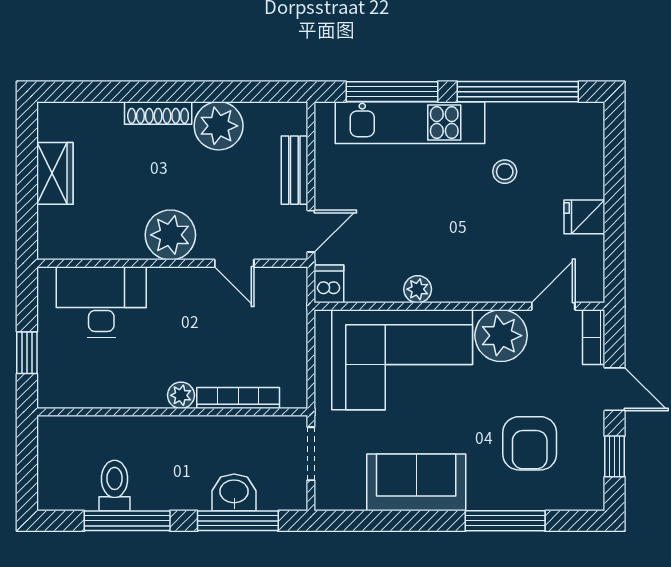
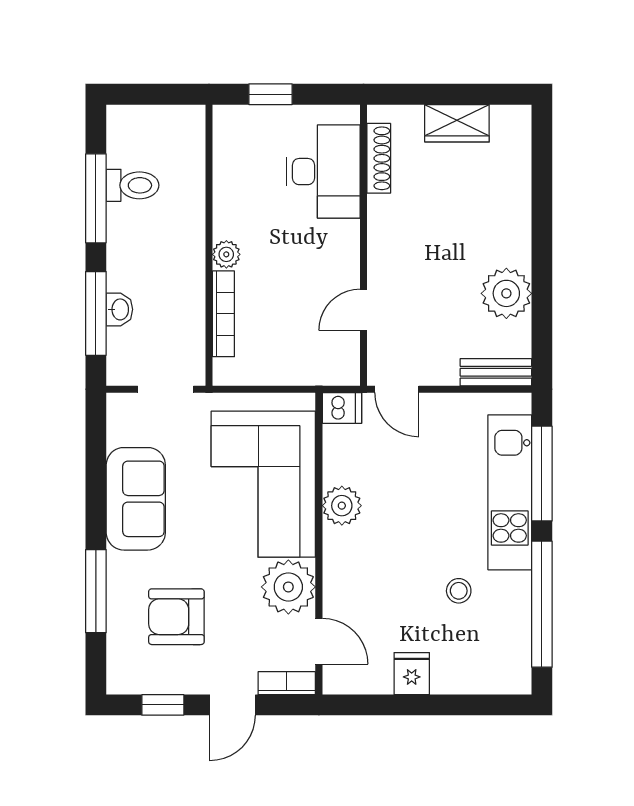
shoe rack: (158, 113) -> (379, 158), moved, turned 180
bench: (294, 170) -> (496, 372), moved
plant: (170, 235) -> (393, 243), removed
plant: (418, 289) -> (342, 506), width x1.38, depth x1.38
washbasin: (234, 492) -> (119, 309), width x0.72, depth x0.69

